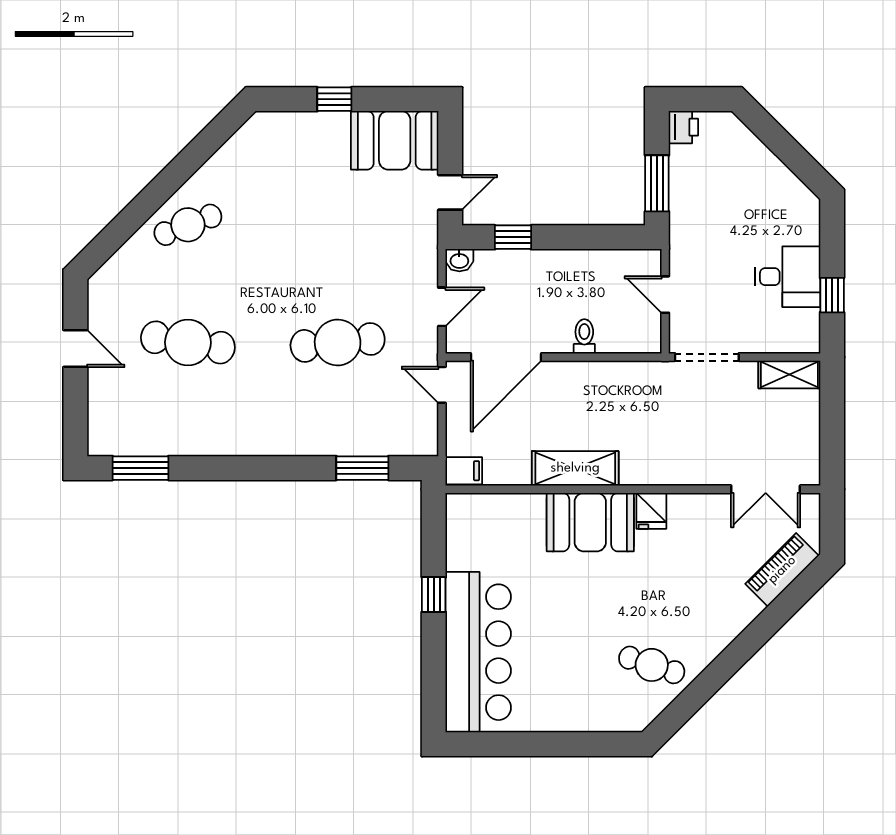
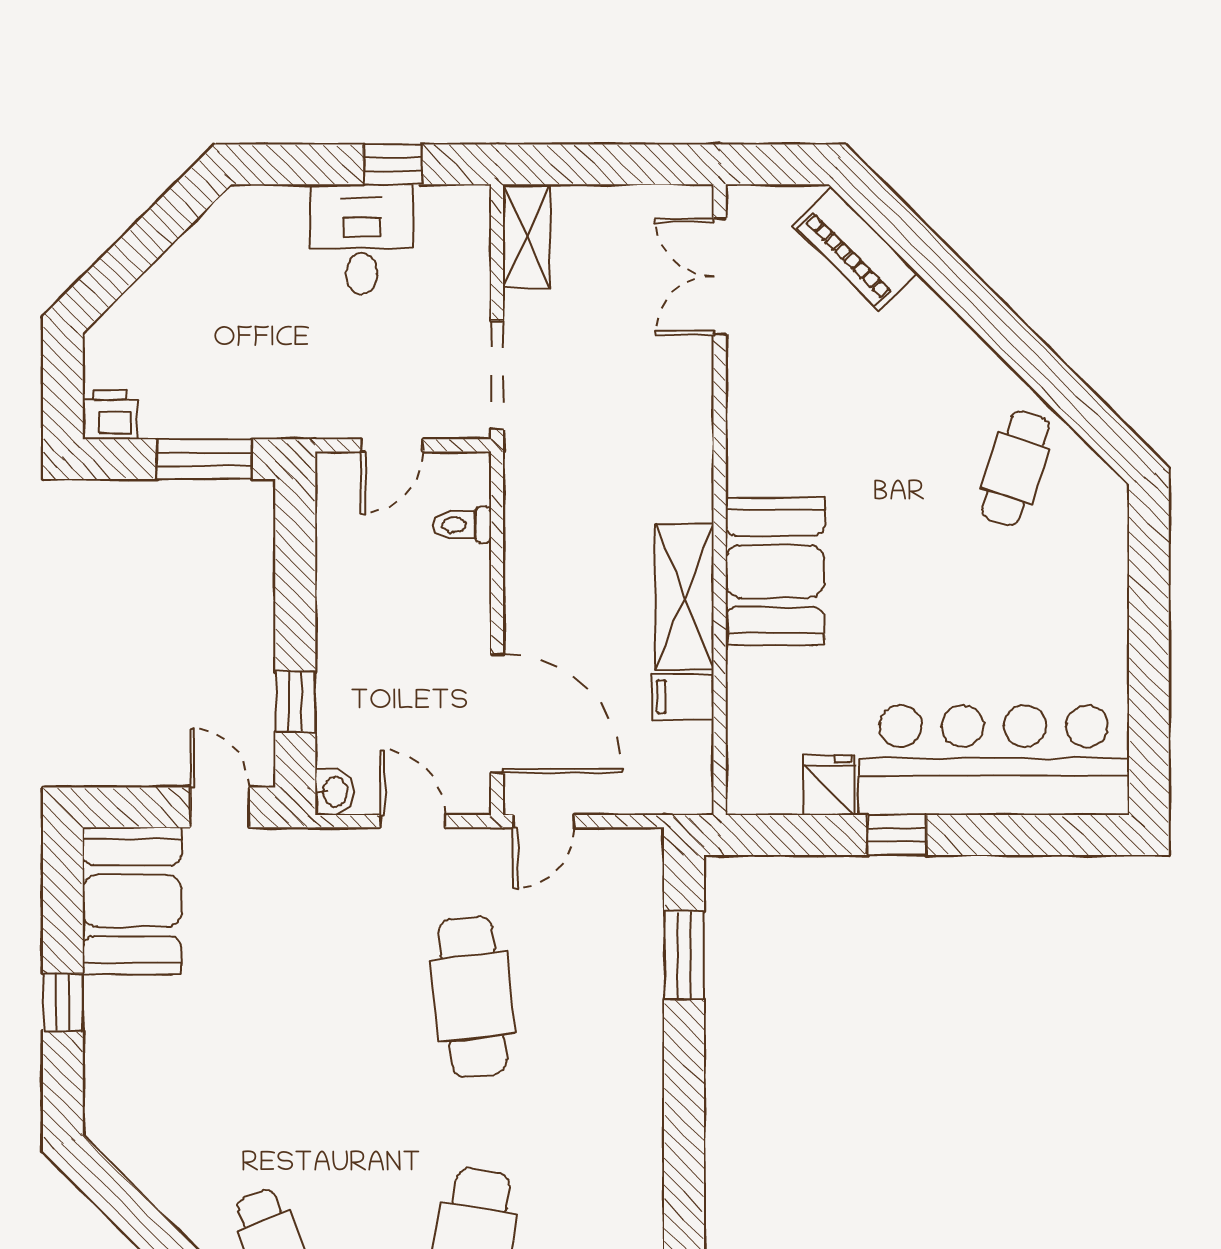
toilet: (584, 336) -> (462, 525), moved
filing cabinet: (464, 471) -> (683, 697), moved, turned -90
double door: (766, 489) -> (720, 276), swing flipped
fridge: (651, 511) -> (829, 785), moved, turned -90

